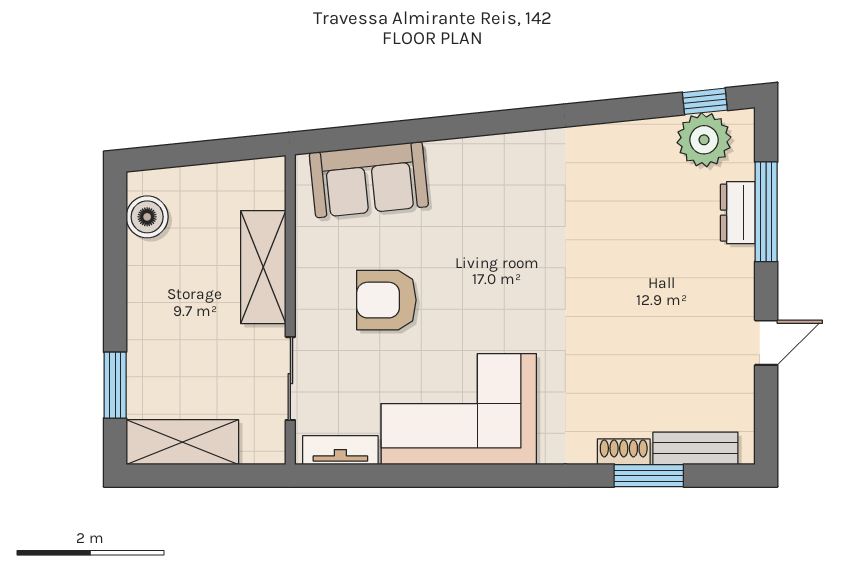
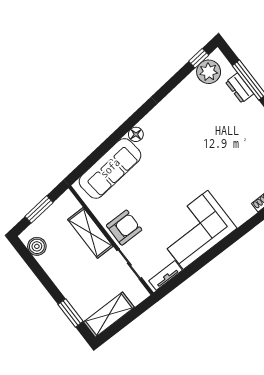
floor lamp: (484, 152) -> (136, 134), added
window: (203, 153) -> (39, 209), added
sofa: (369, 180) -> (110, 168), width x1.36
armchair: (386, 300) -> (124, 228), moved, turned 180

